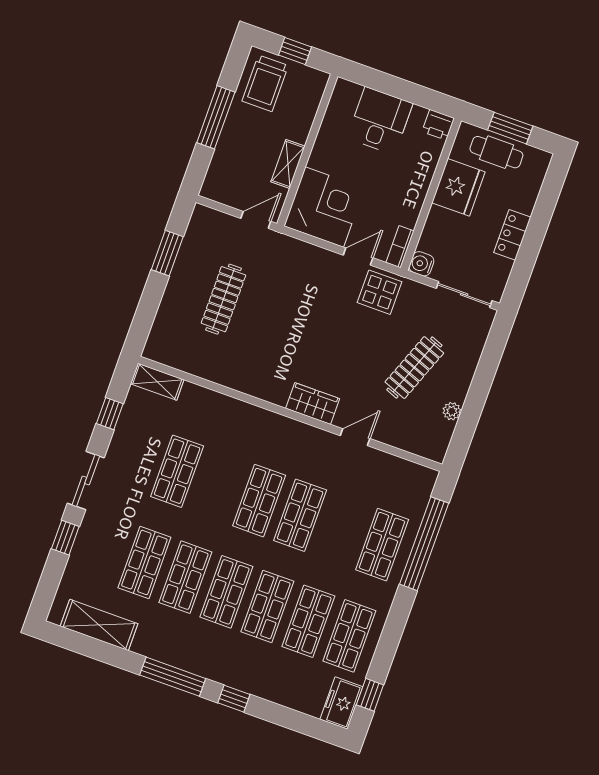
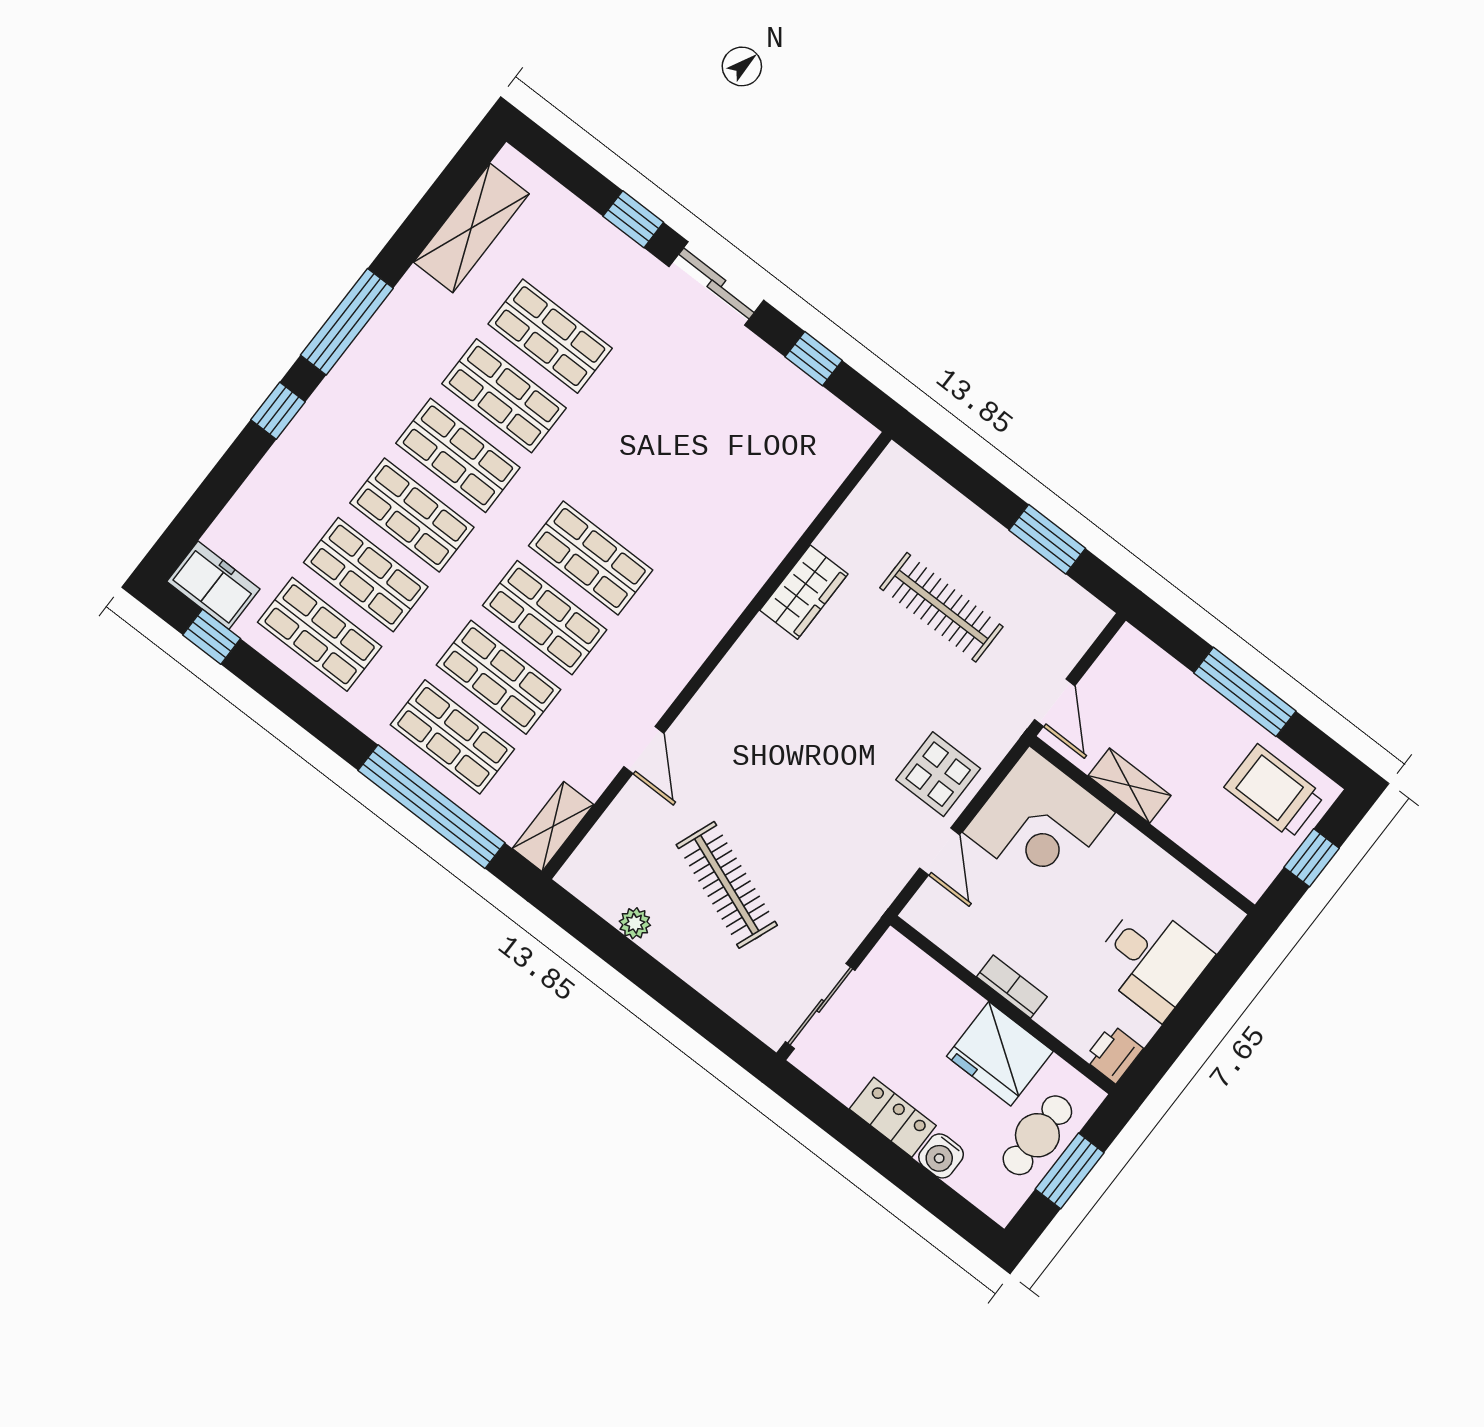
bookcase: (400, 247) -> (1012, 987), moved
water cooler: (421, 264) -> (941, 1156), moved, turned 180
display table: (379, 292) -> (938, 774), moved
shelving: (157, 382) -> (553, 827), moved
wardrobe: (313, 403) -> (804, 592), moved
shop shelf: (177, 471) -> (498, 677), moved

